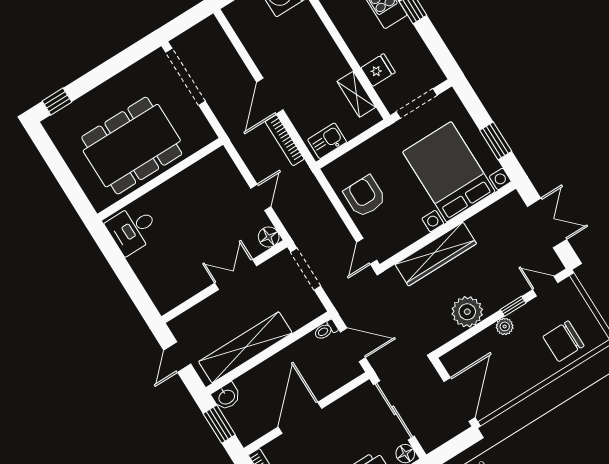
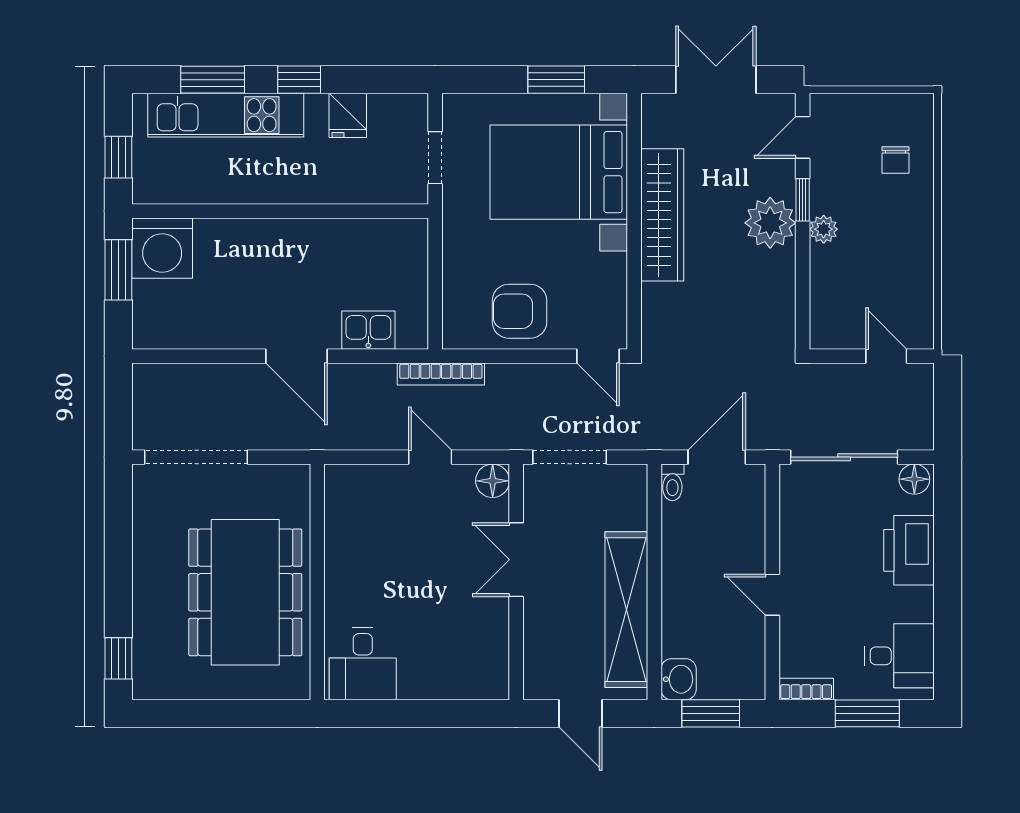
fridge: (378, 70) -> (348, 115), moved, turned 180
shelving: (356, 94) -> (370, 234), removed
doorway: (417, 104) -> (435, 158), width x0.73
bookcase: (285, 140) -> (441, 374), moved
kitchen sink: (327, 141) -> (368, 330), moved, turned 90
wardrobe: (436, 254) -> (662, 215), moved
plant: (467, 312) -> (770, 223), moved
chair: (563, 341) -> (895, 160), width x0.54, depth x0.54
door: (460, 400) -> (886, 356), width x0.53
door: (300, 418) -> (772, 595), width x0.53

